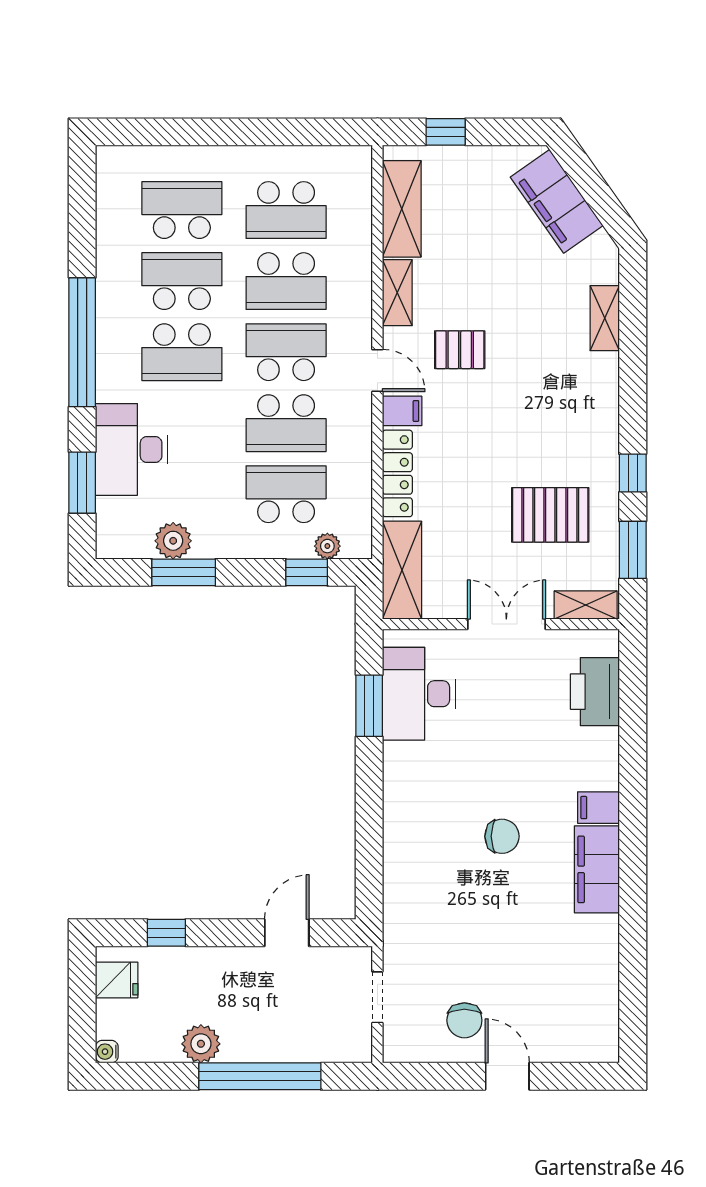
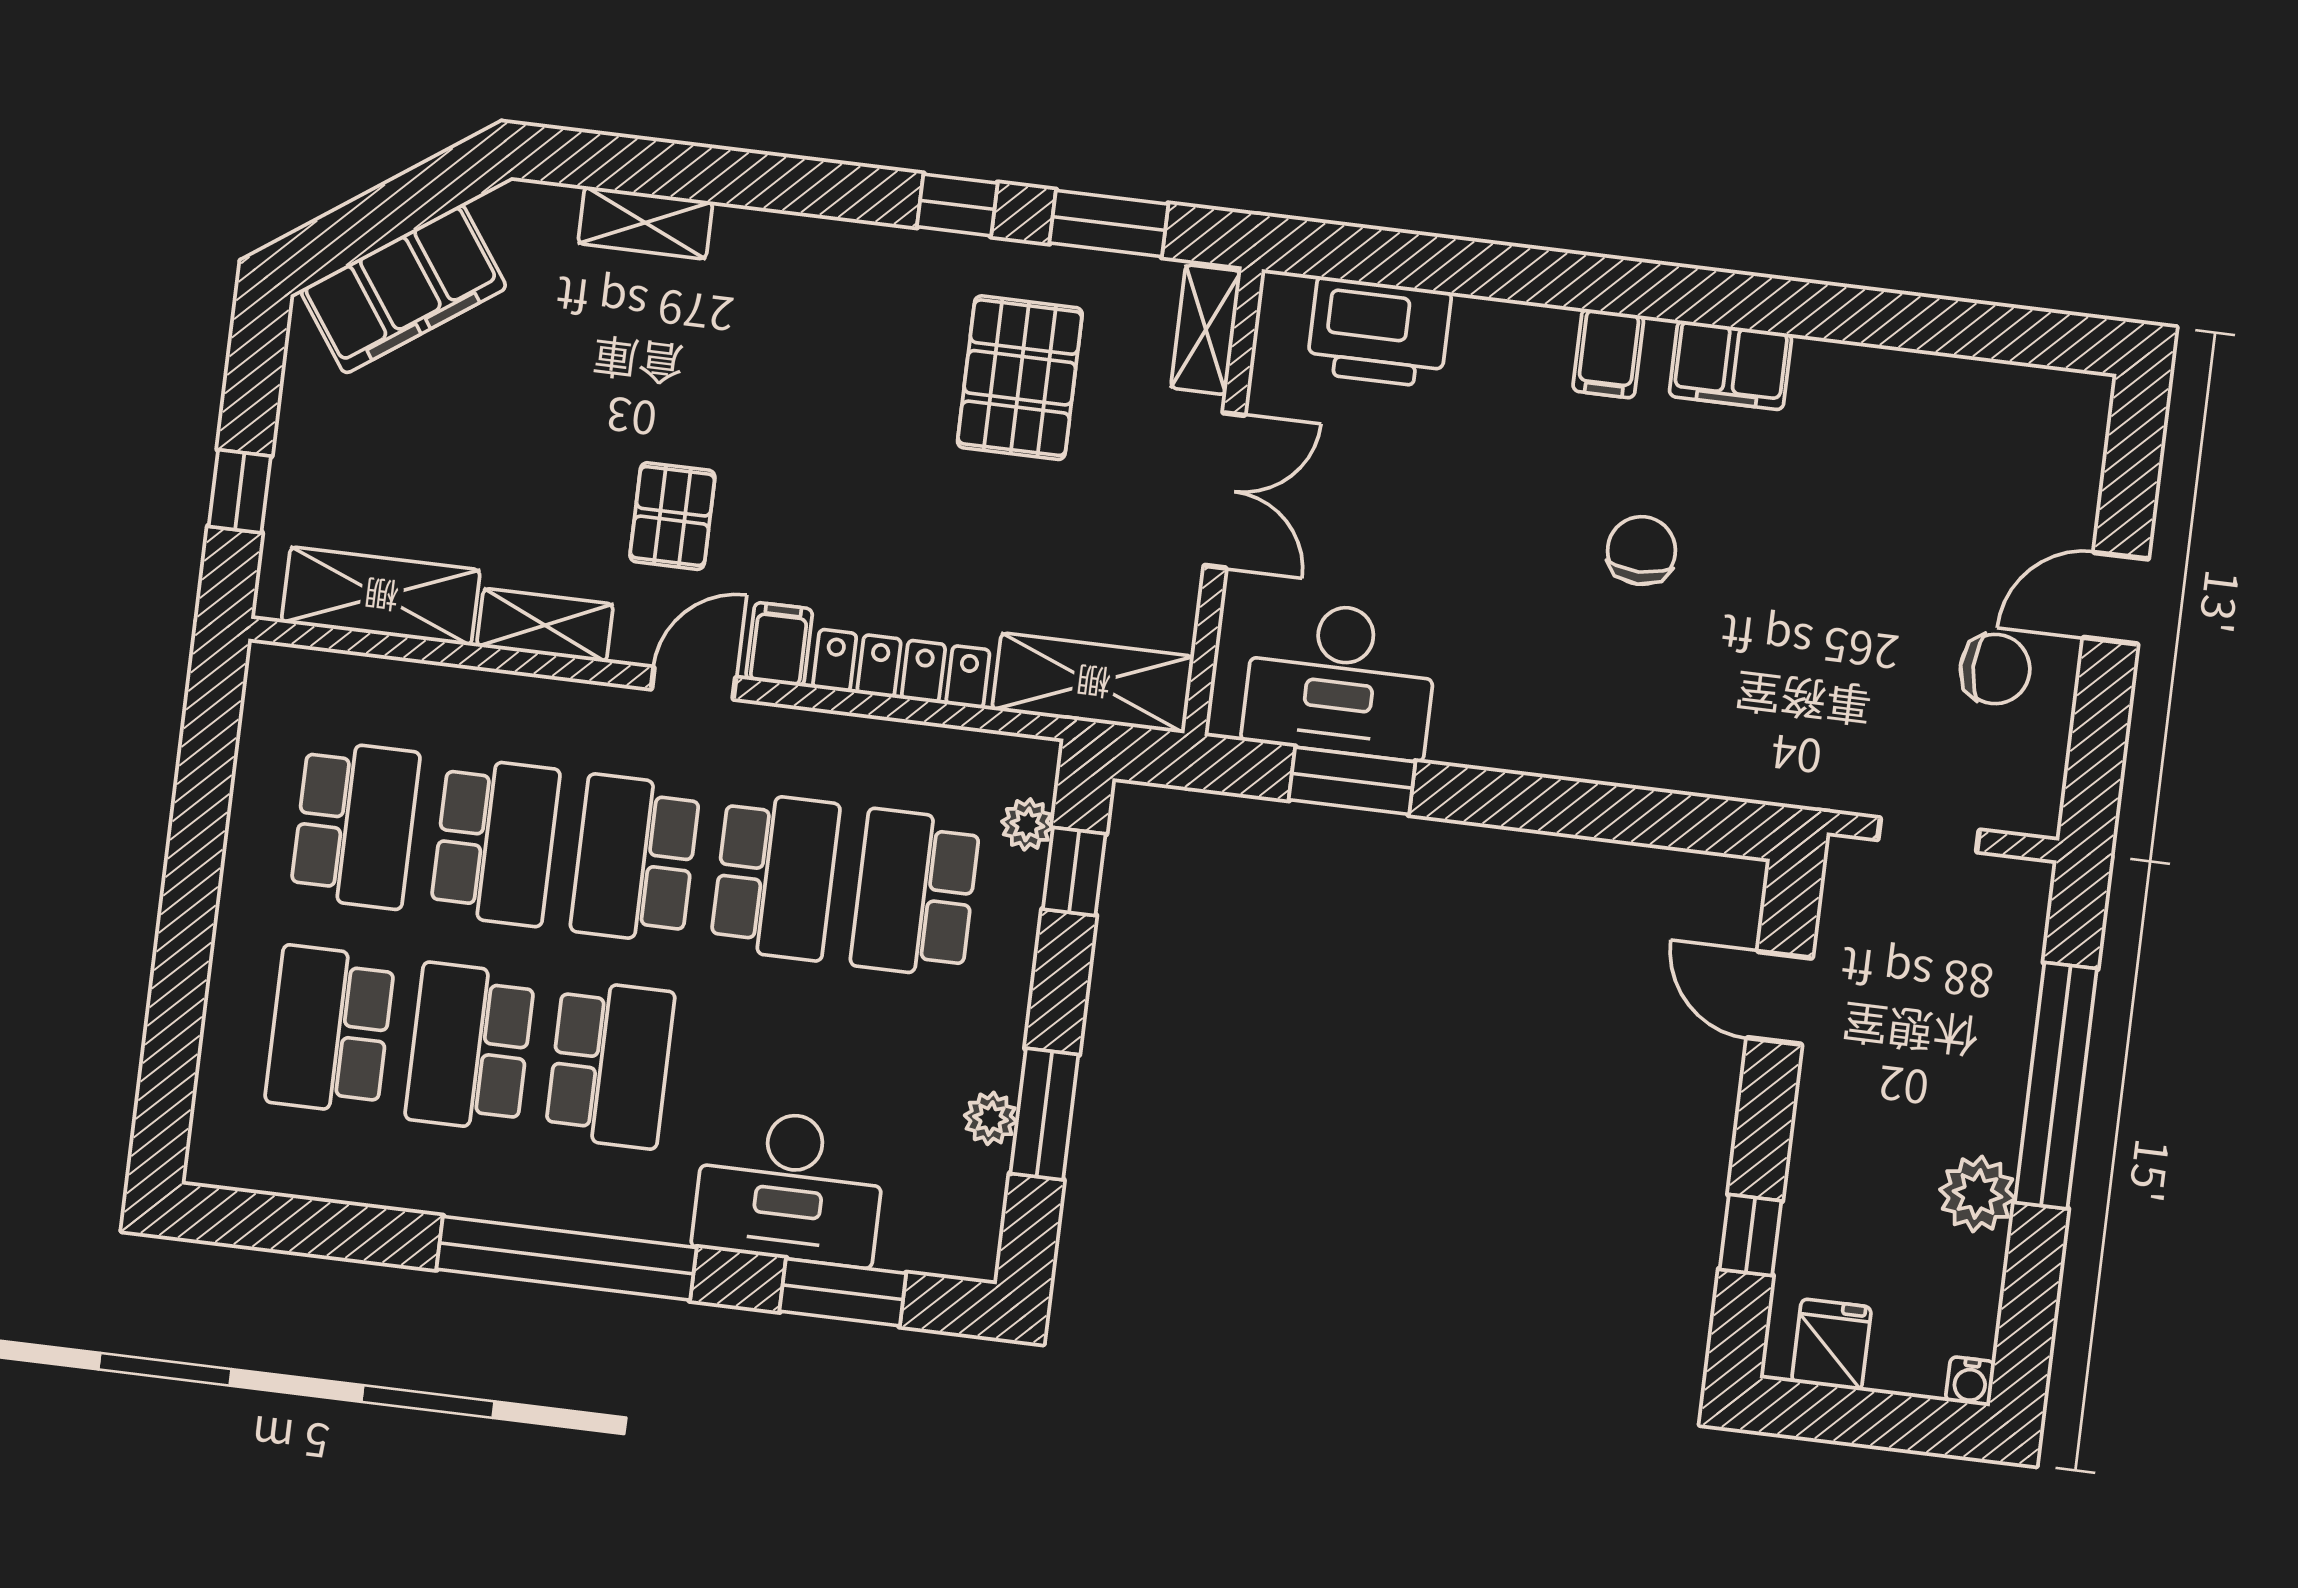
plant: (173, 541) -> (991, 1118), width x0.73, depth x0.73
double door: (506, 624) -> (1224, 490), swing flipped
filing cabinet: (597, 869) -> (1730, 365), width x0.67, depth x0.86

